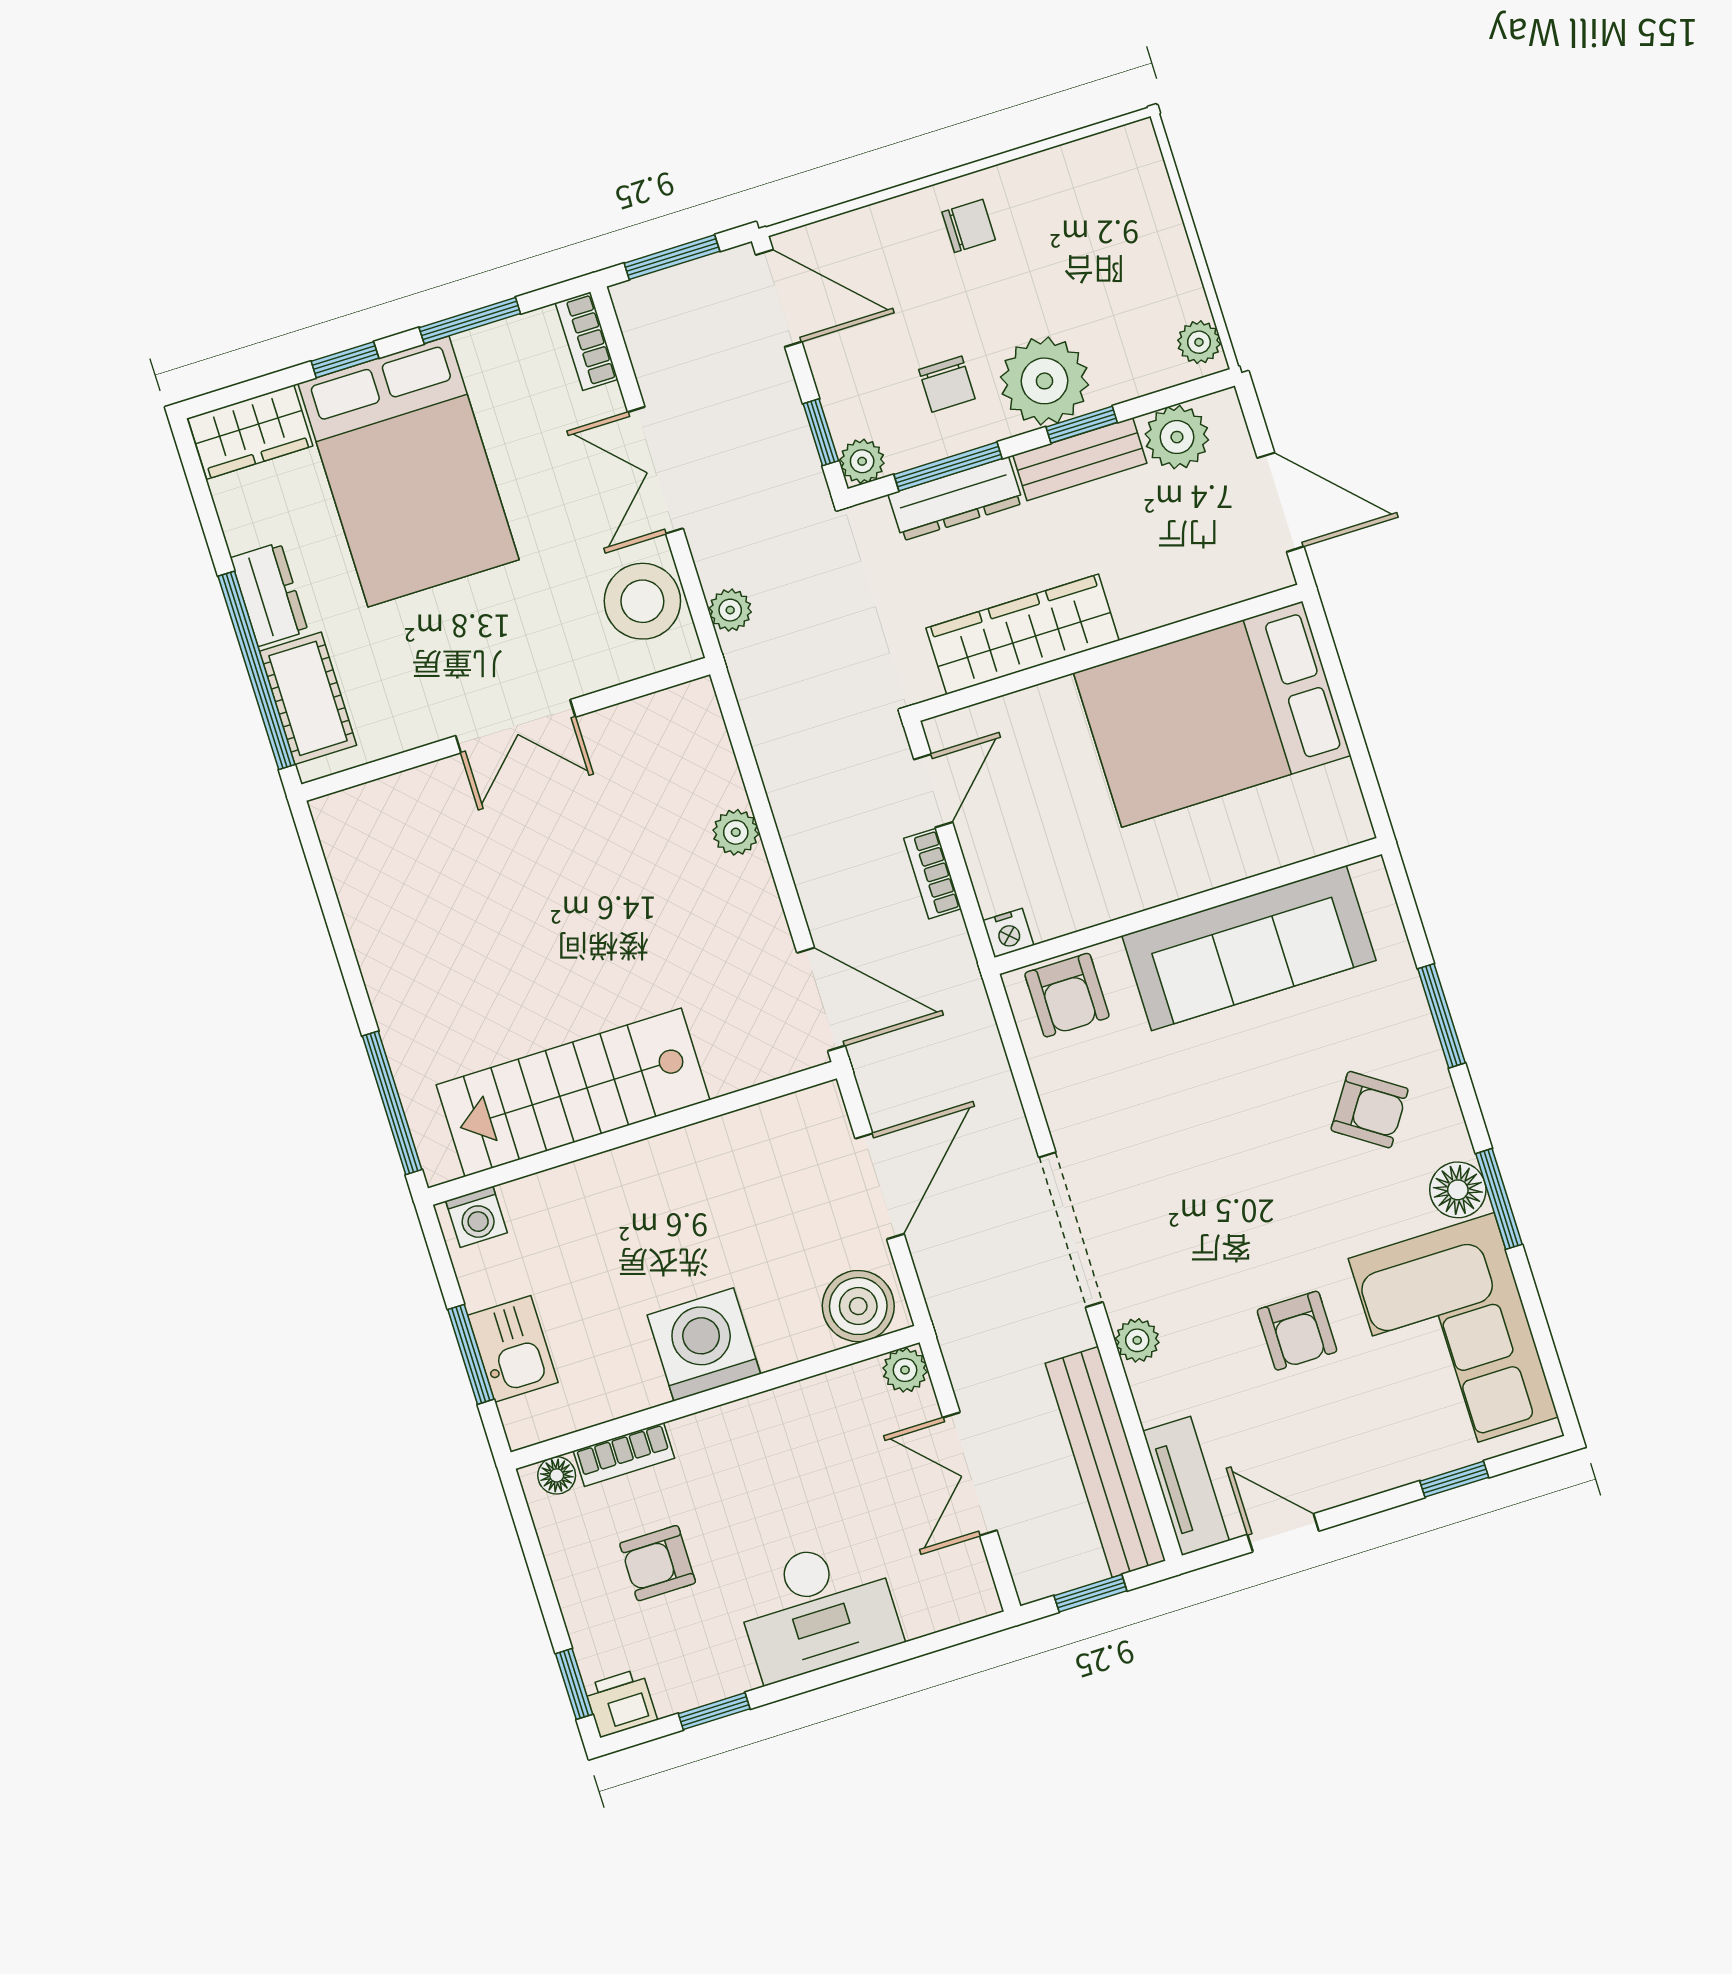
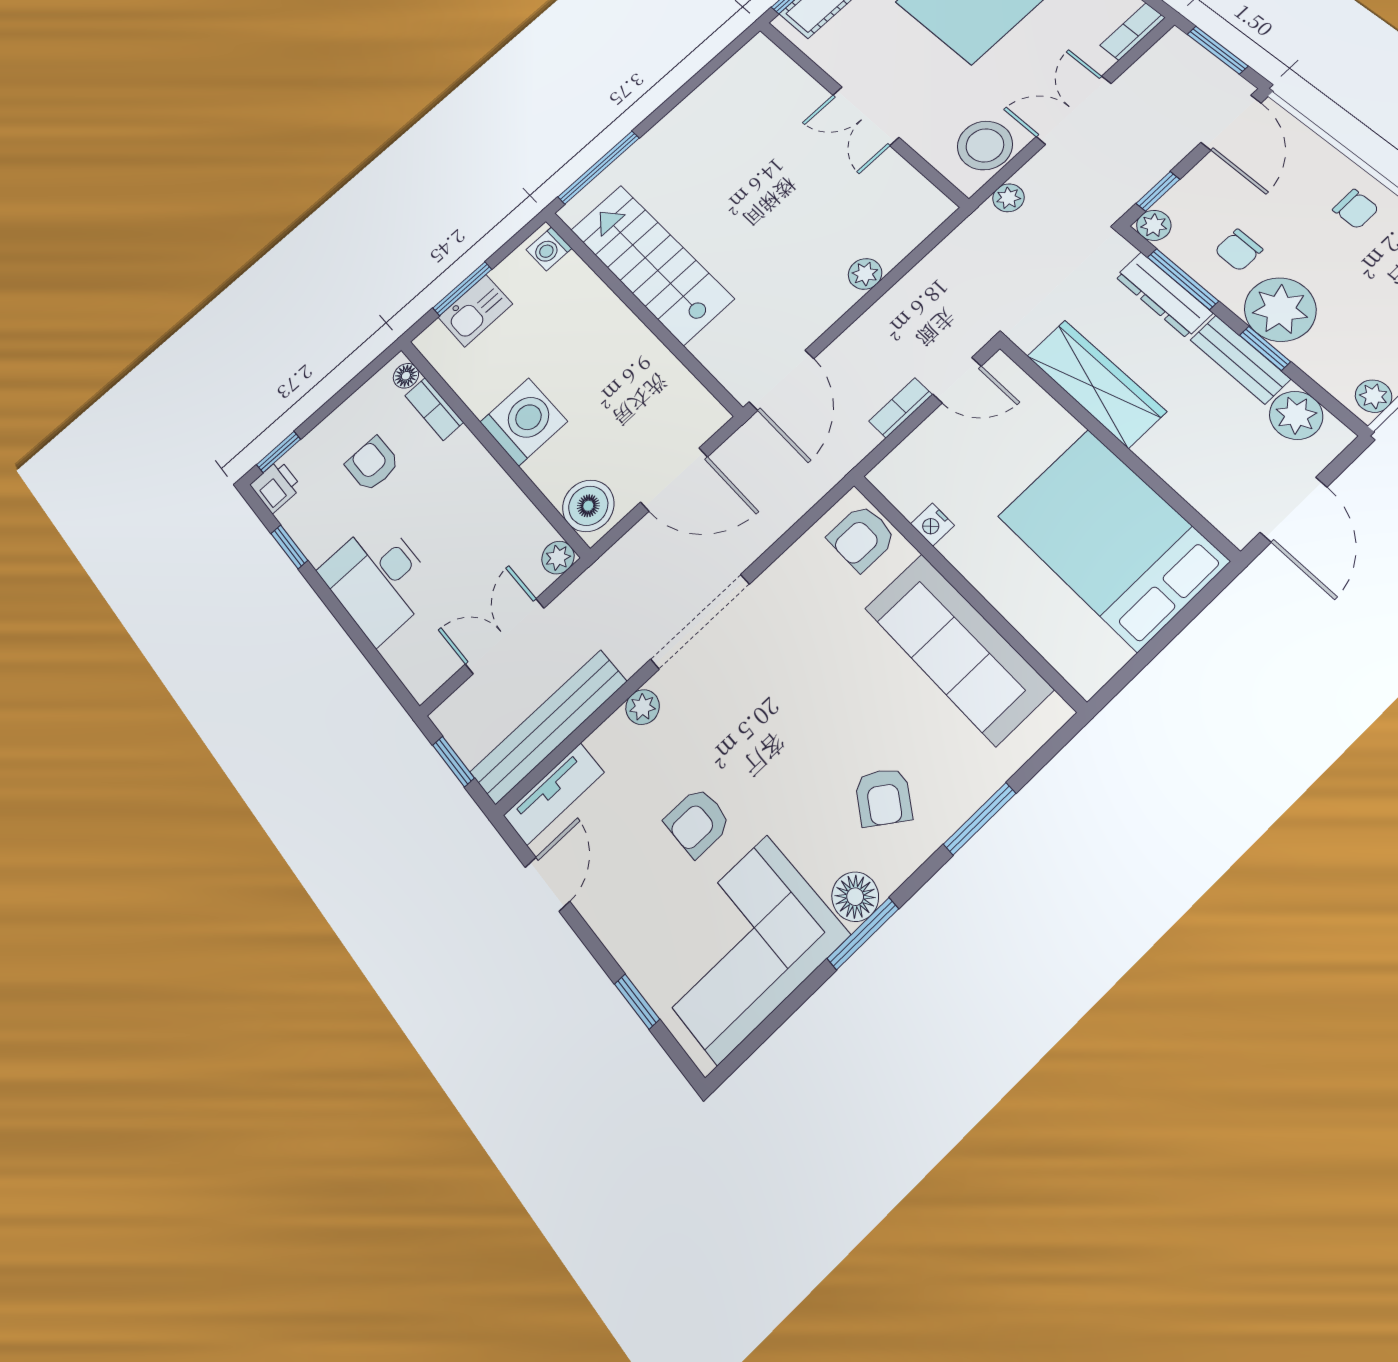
nightstand: (1008, 933) -> (932, 525), moved

